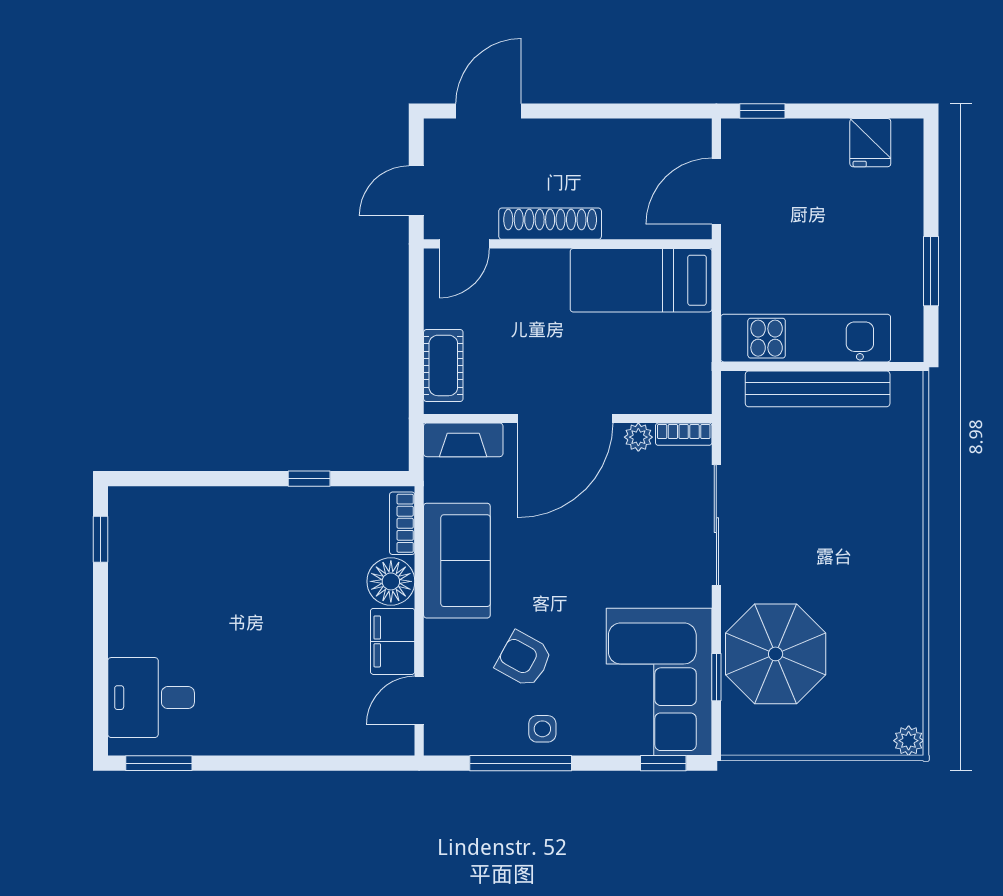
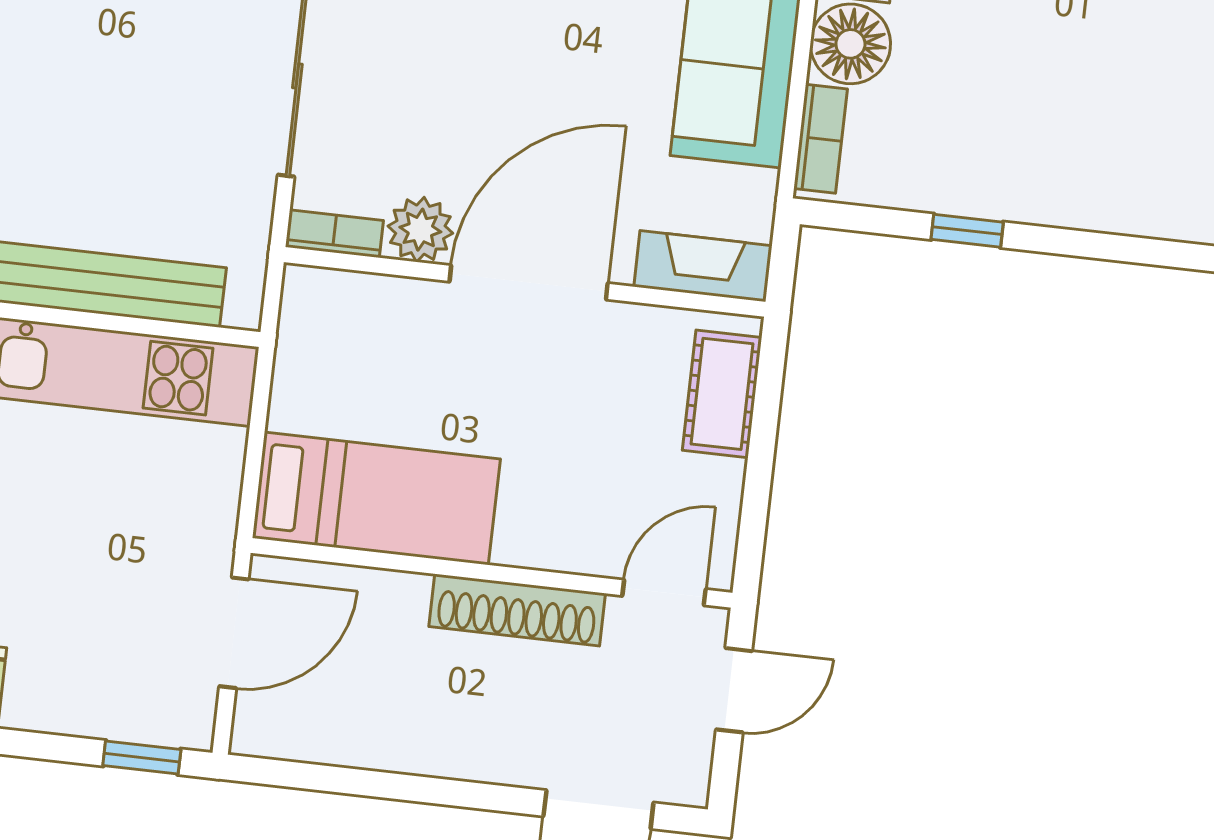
plant: (638, 437) -> (420, 230), width x1.38, depth x1.38

